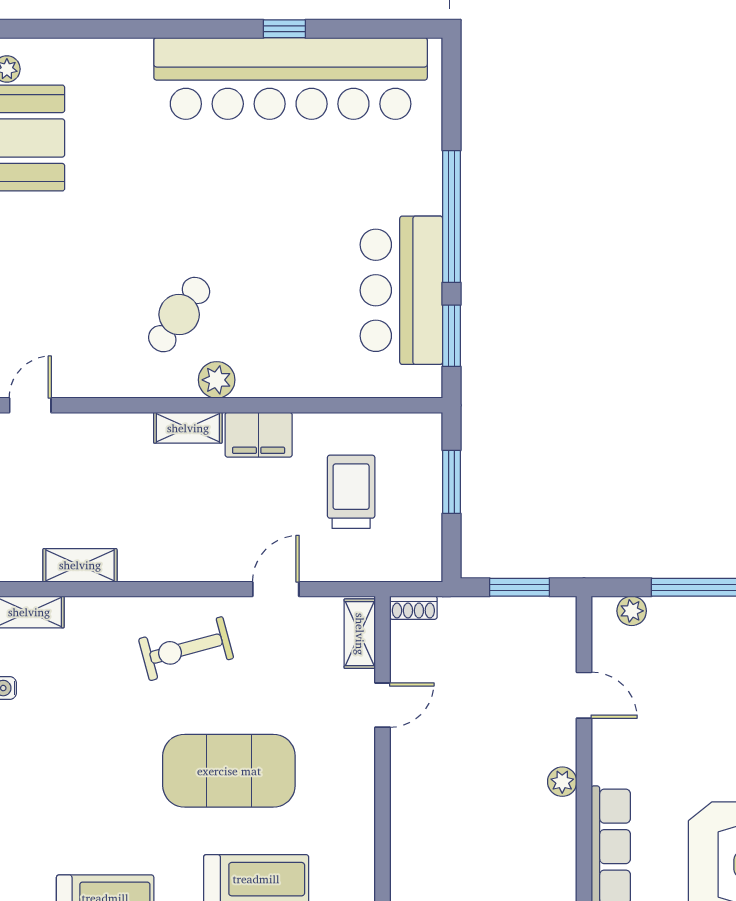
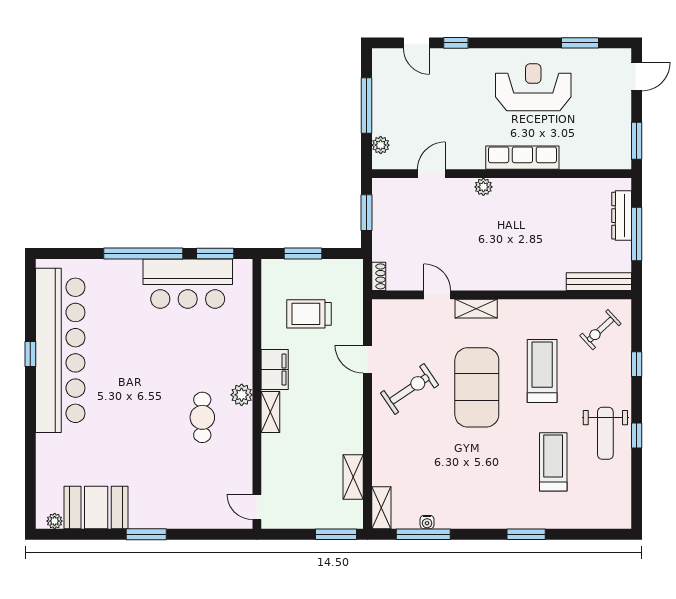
cafe table: (179, 315) -> (202, 417), turned 55
shelving: (360, 634) -> (476, 309), moved
exercise bike: (186, 649) -> (410, 389), moved, turned -109

